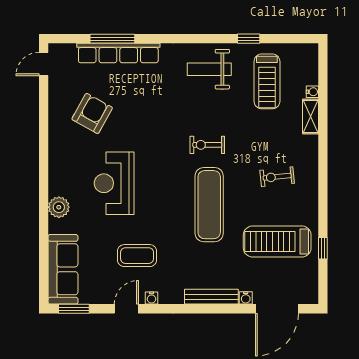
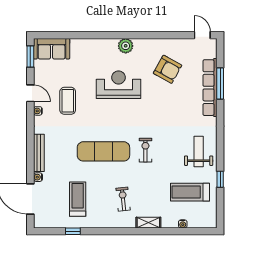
shelving: (310, 116) -> (148, 223), moved
plant: (59, 207) -> (126, 46), moved
treadmill: (277, 241) -> (78, 199), width x0.73, depth x0.73
sofa: (63, 269) -> (52, 49), width x0.73

